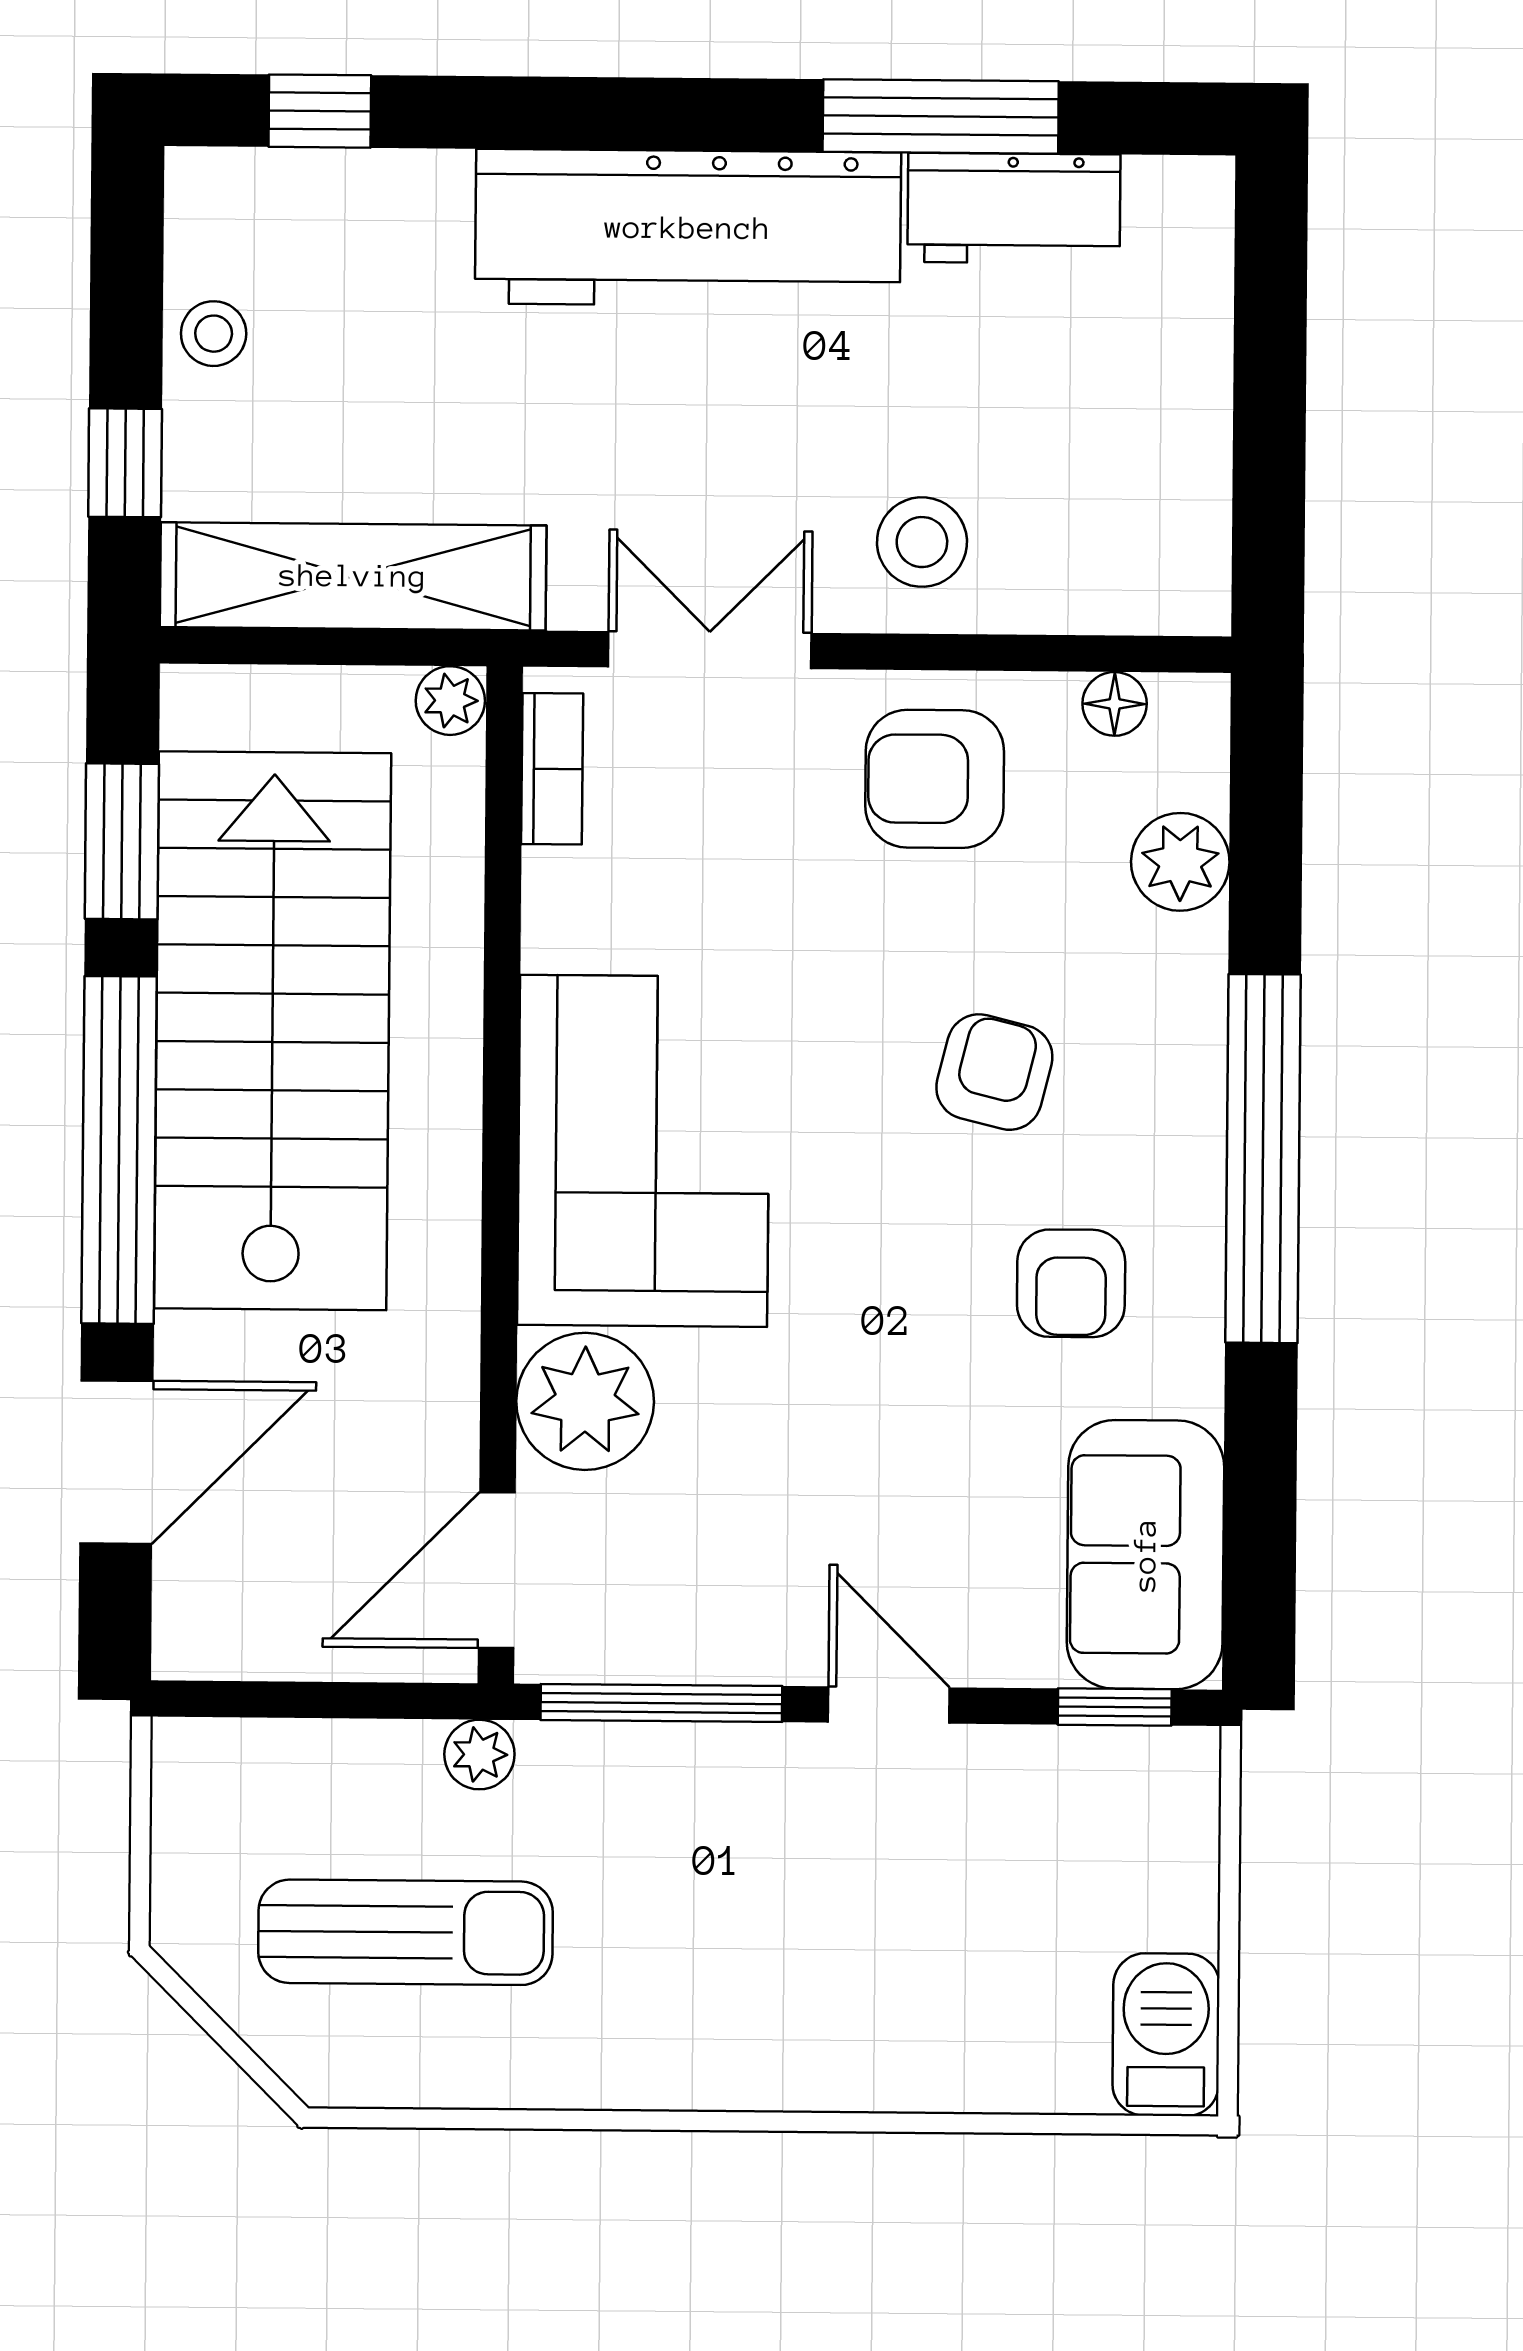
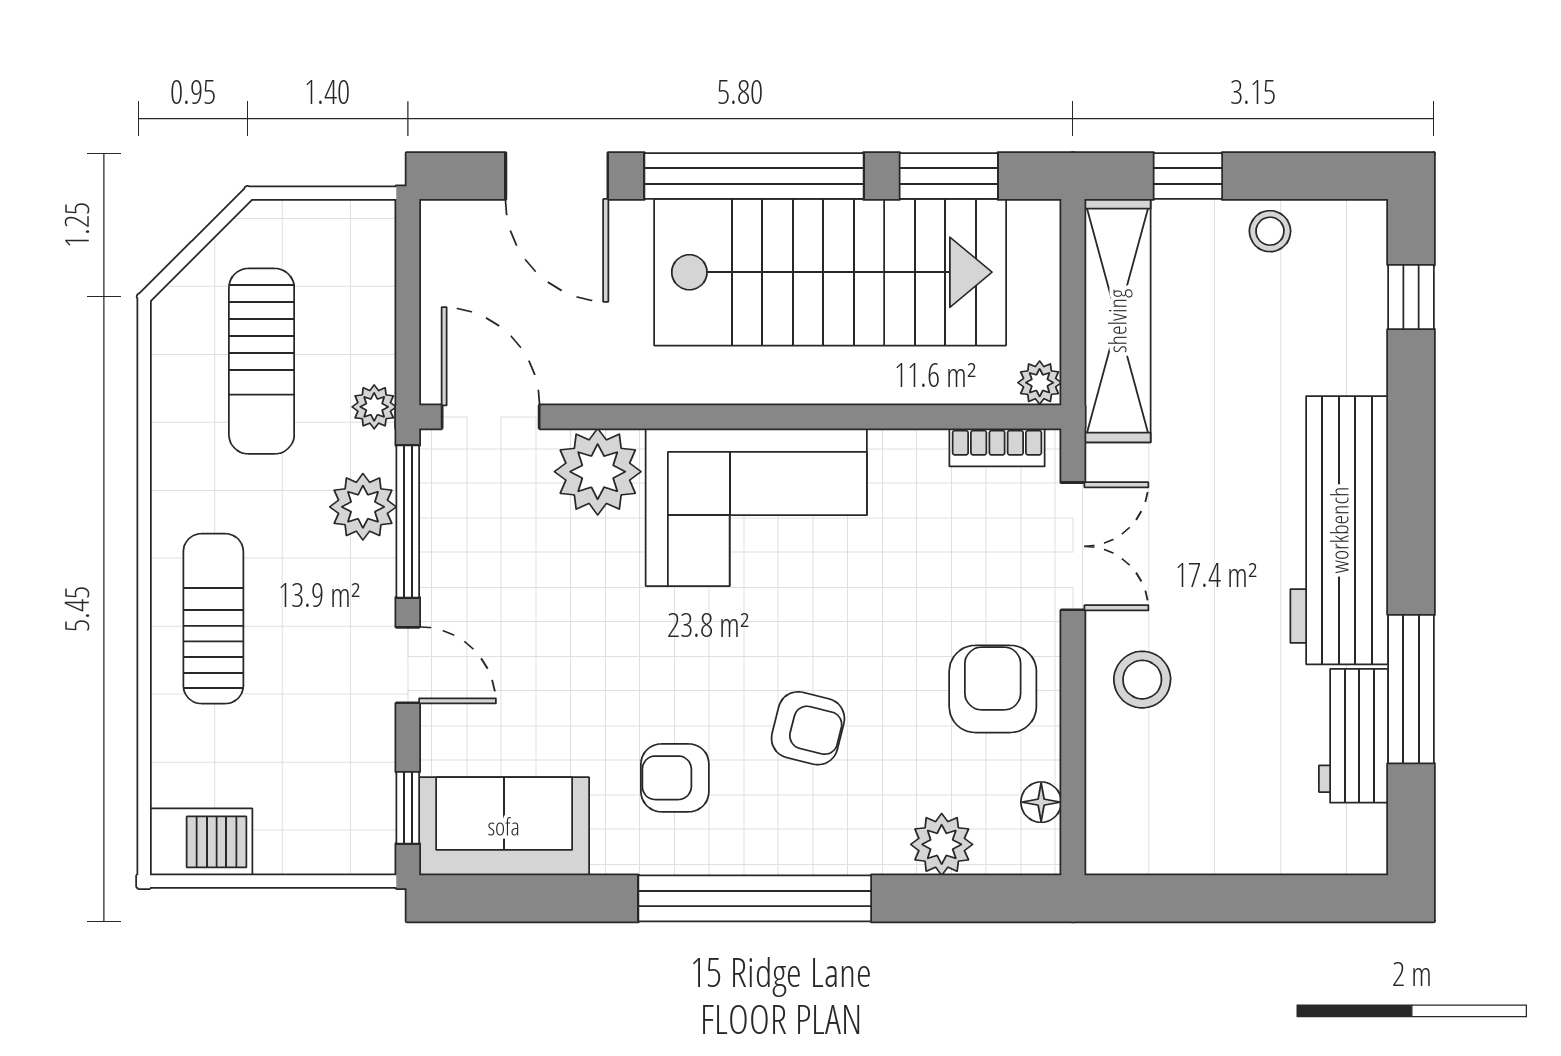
door: (889, 1705) -> (408, 665), hinge flipped
plant: (637, 1774) -> (363, 507), added
sun lounger: (813, 2012) -> (213, 619), added

